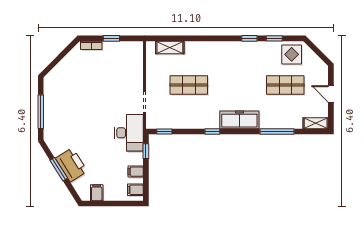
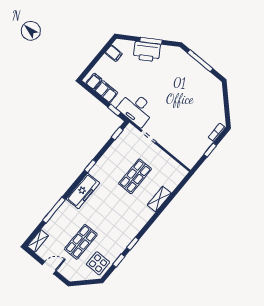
shelving: (170, 47) -> (159, 199), moved
filing cabinet: (136, 172) -> (106, 92), width x2.00

